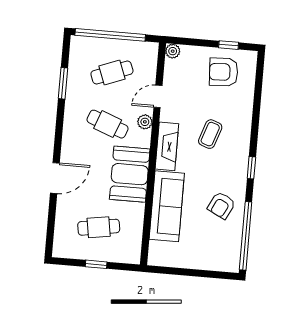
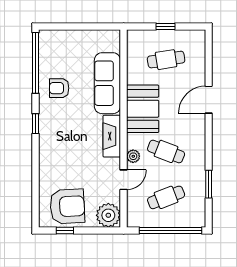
plant: (173, 51) -> (108, 215), width x1.88, depth x1.88
armchair: (224, 72) -> (67, 206), width x1.36, depth x1.36
coffee table: (210, 134) -> (74, 150), removed
armchair: (221, 205) -> (59, 88), turned -117

